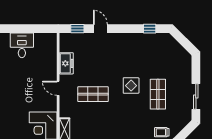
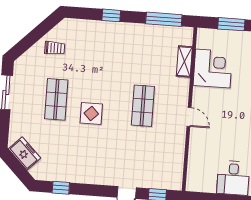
freezer: (66, 63) -> (25, 154), moved, turned 135
shop shelf: (93, 94) -> (143, 106), turned 90

